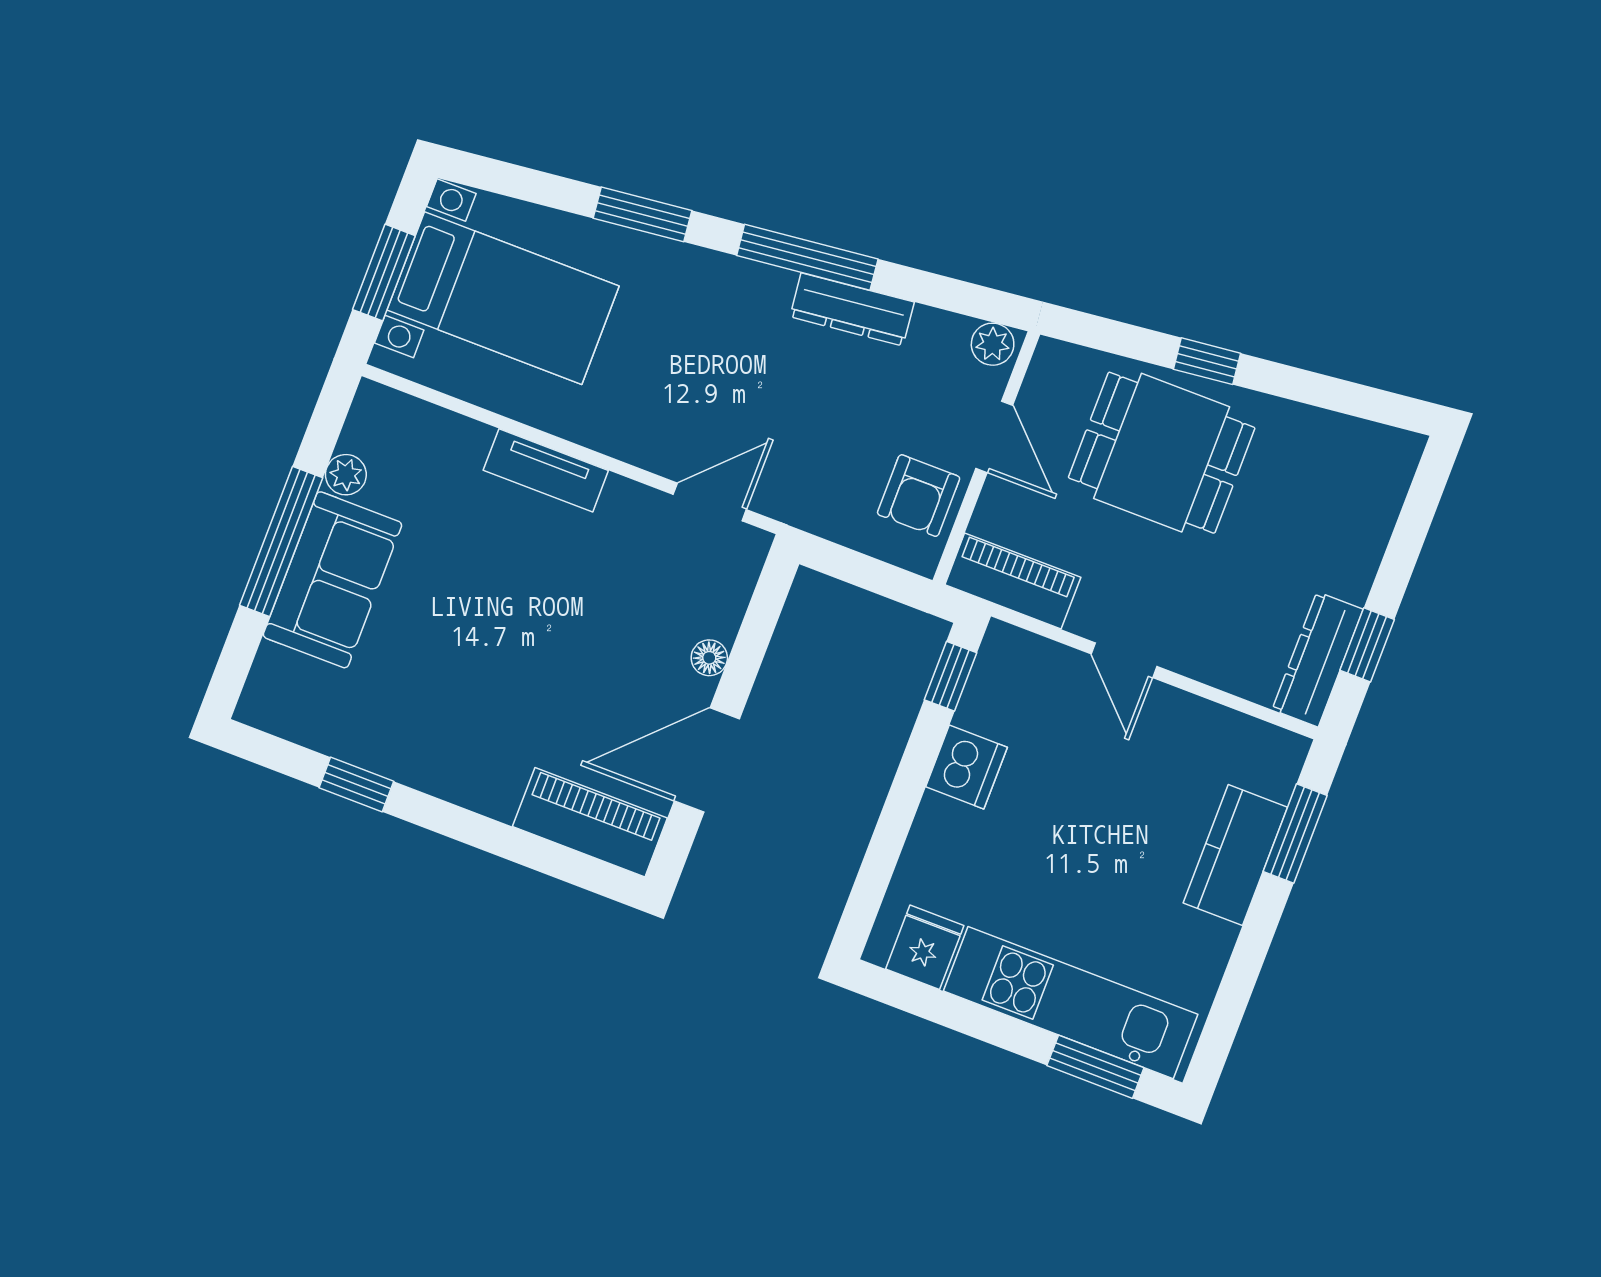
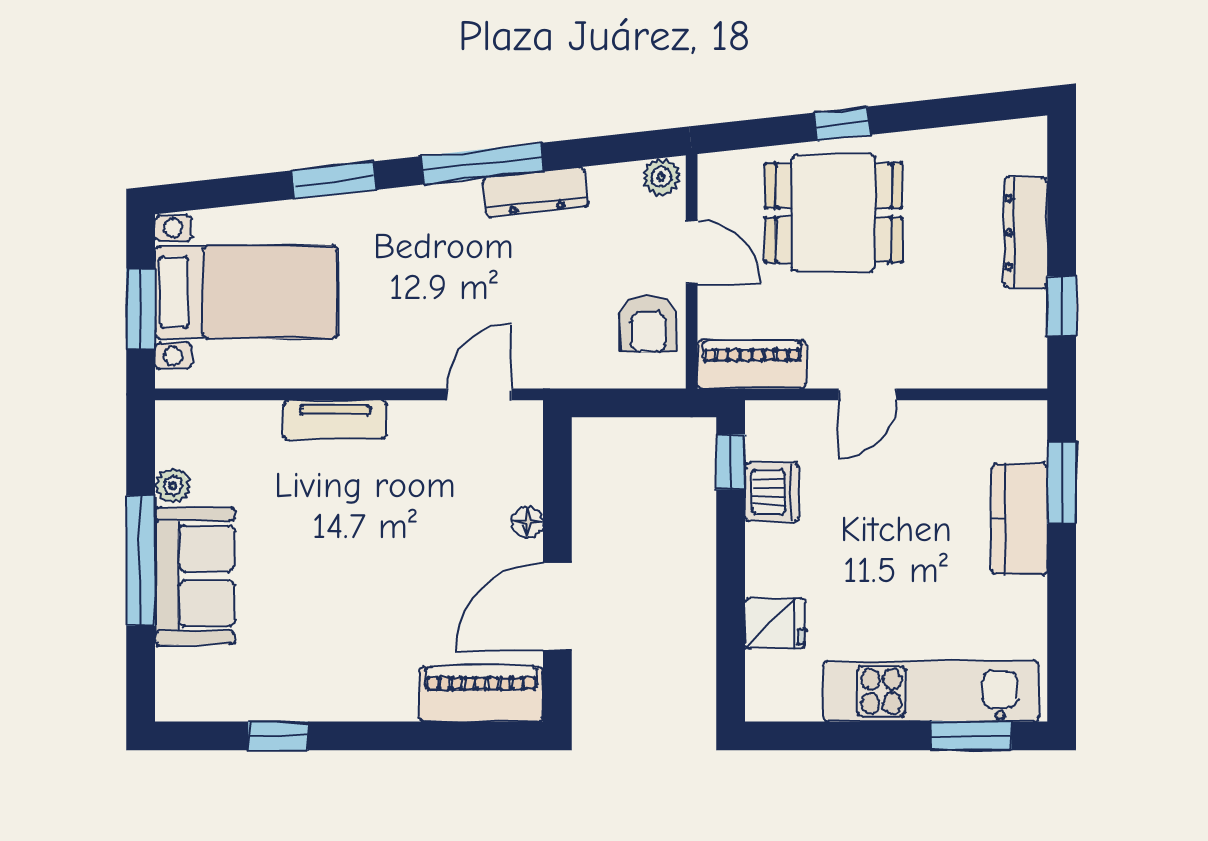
dresser: (1318, 659) -> (1026, 233), moved
door: (1124, 660) -> (868, 394), hinge flipped
dishwasher: (967, 767) -> (772, 492), moved
fridge: (925, 947) -> (775, 623), moved, turned 90

